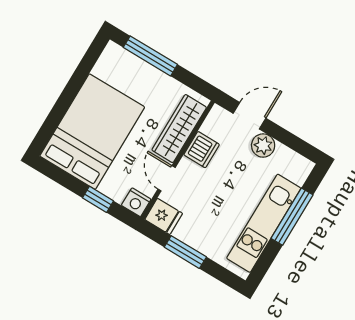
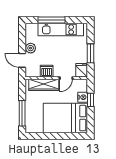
nightstand: (136, 202) -> (83, 97), moved

